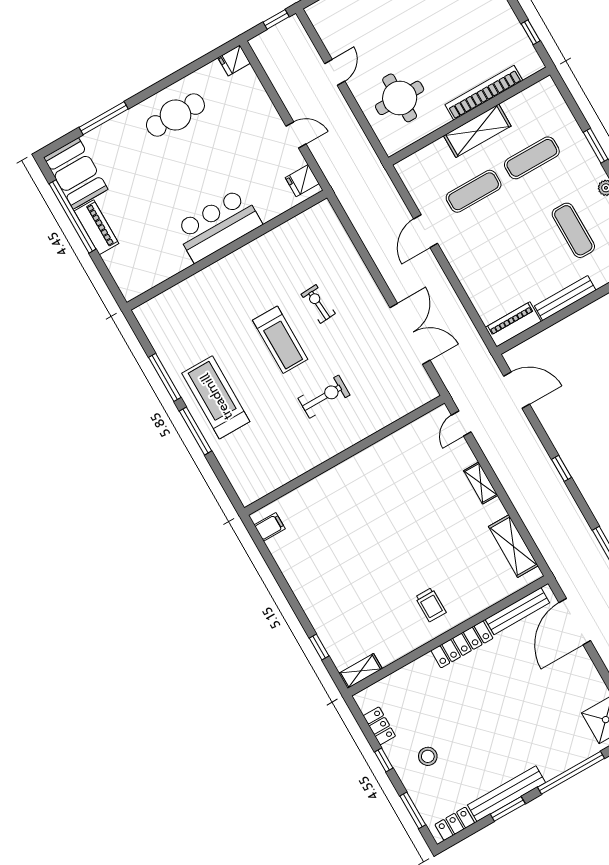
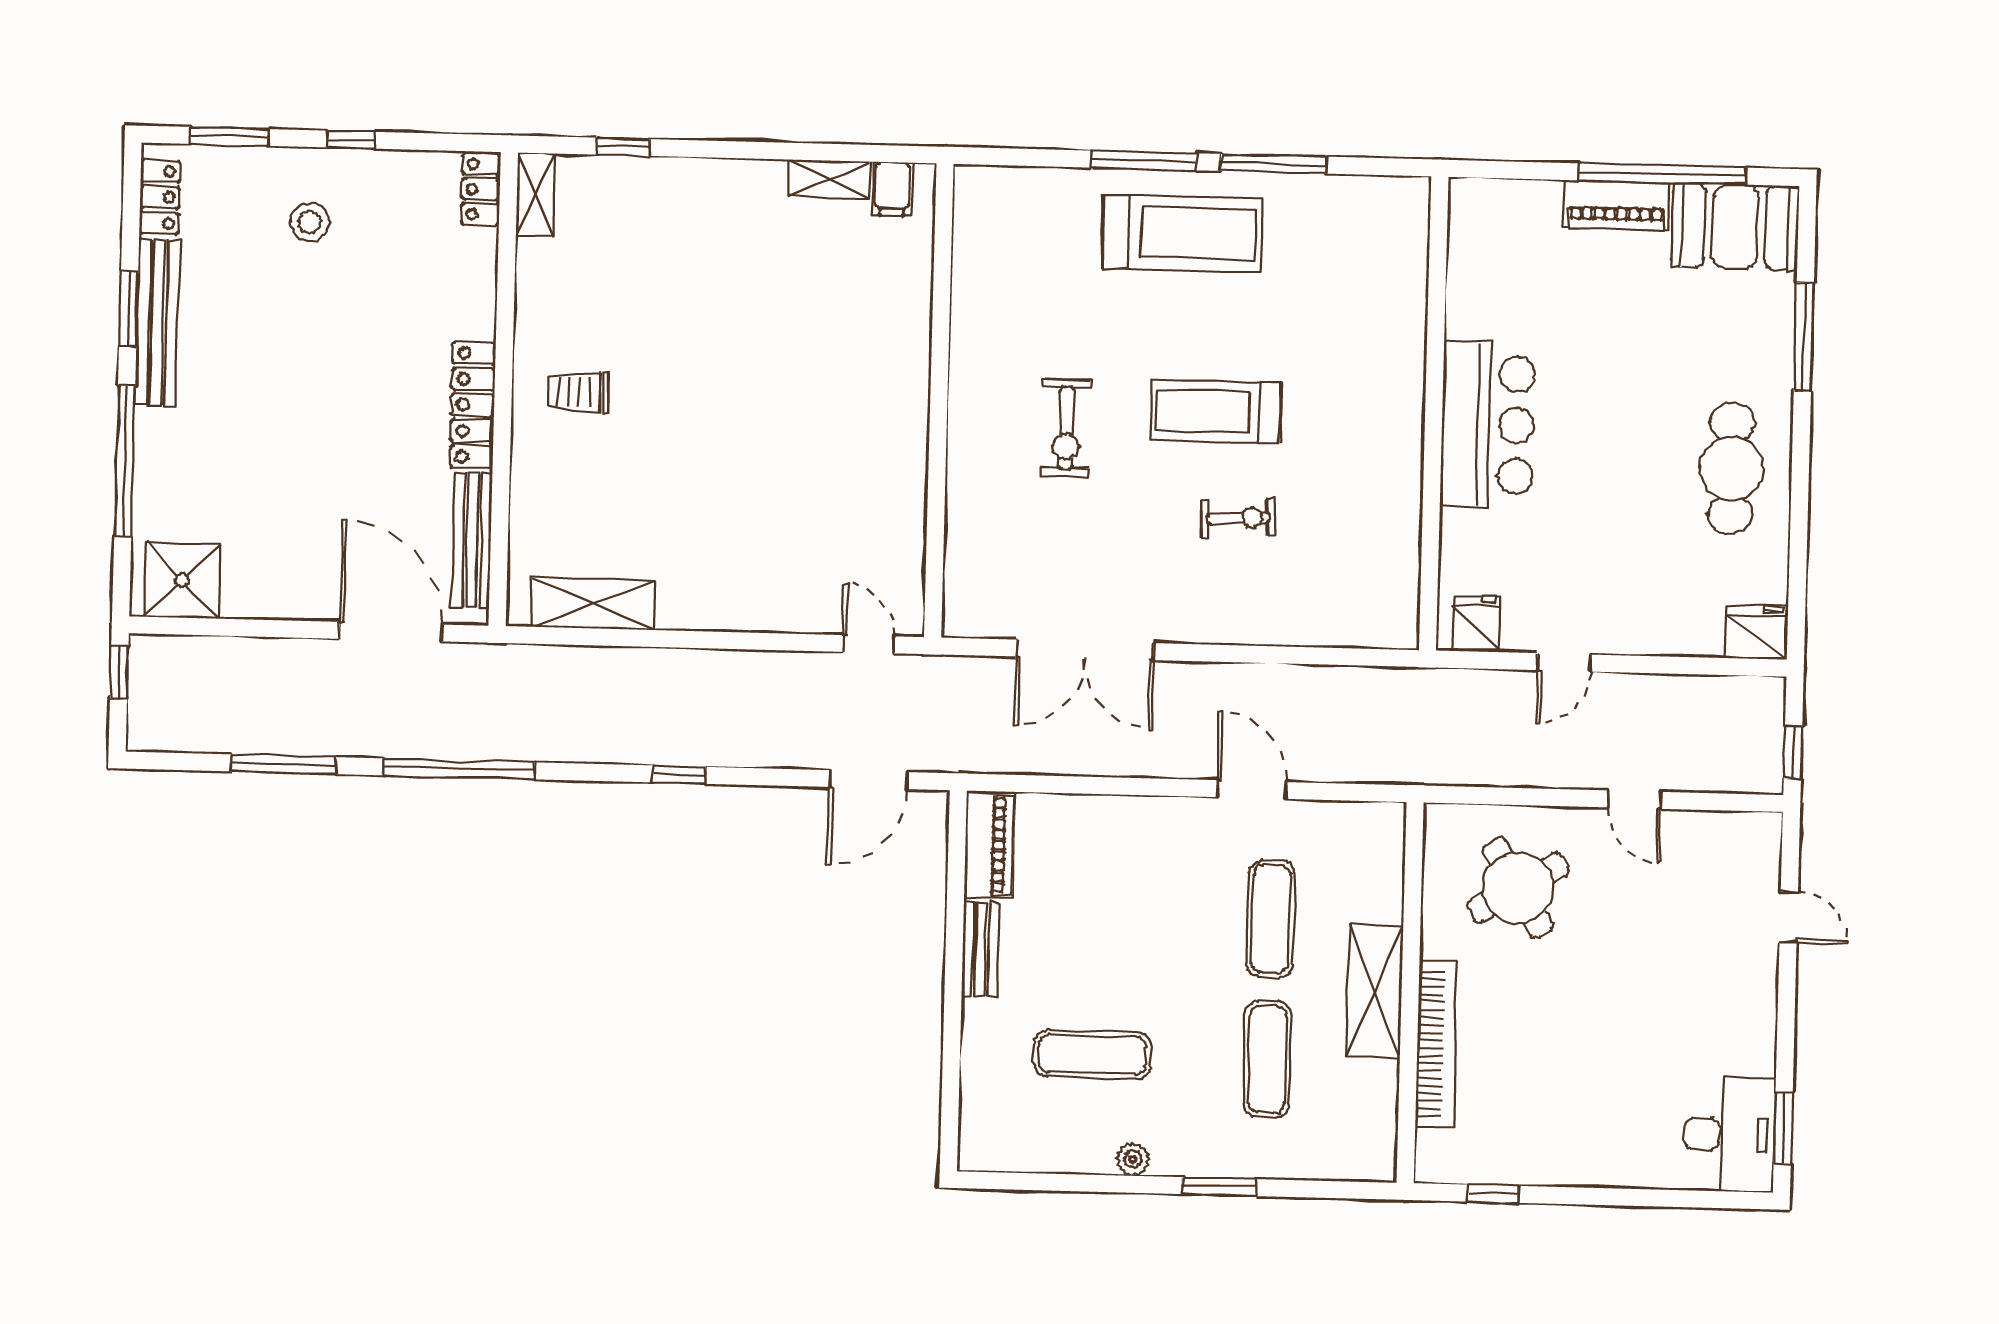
fridge: (234, 60) -> (1757, 632), width x1.38
round table: (400, 98) -> (1518, 888), turned -31
bench: (565, 298) -> (981, 949), width x0.73
shelving: (481, 483) -> (829, 179), moved
locker: (379, 726) -> (481, 189), moved, turned 90

